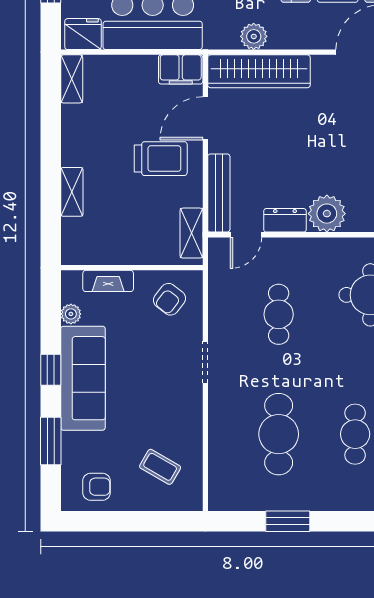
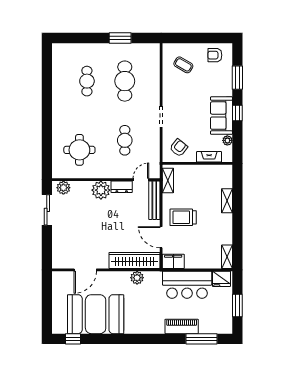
door: (205, 118) -> (161, 237), swing flipped
sofa: (83, 378) -> (221, 116), width x0.73

